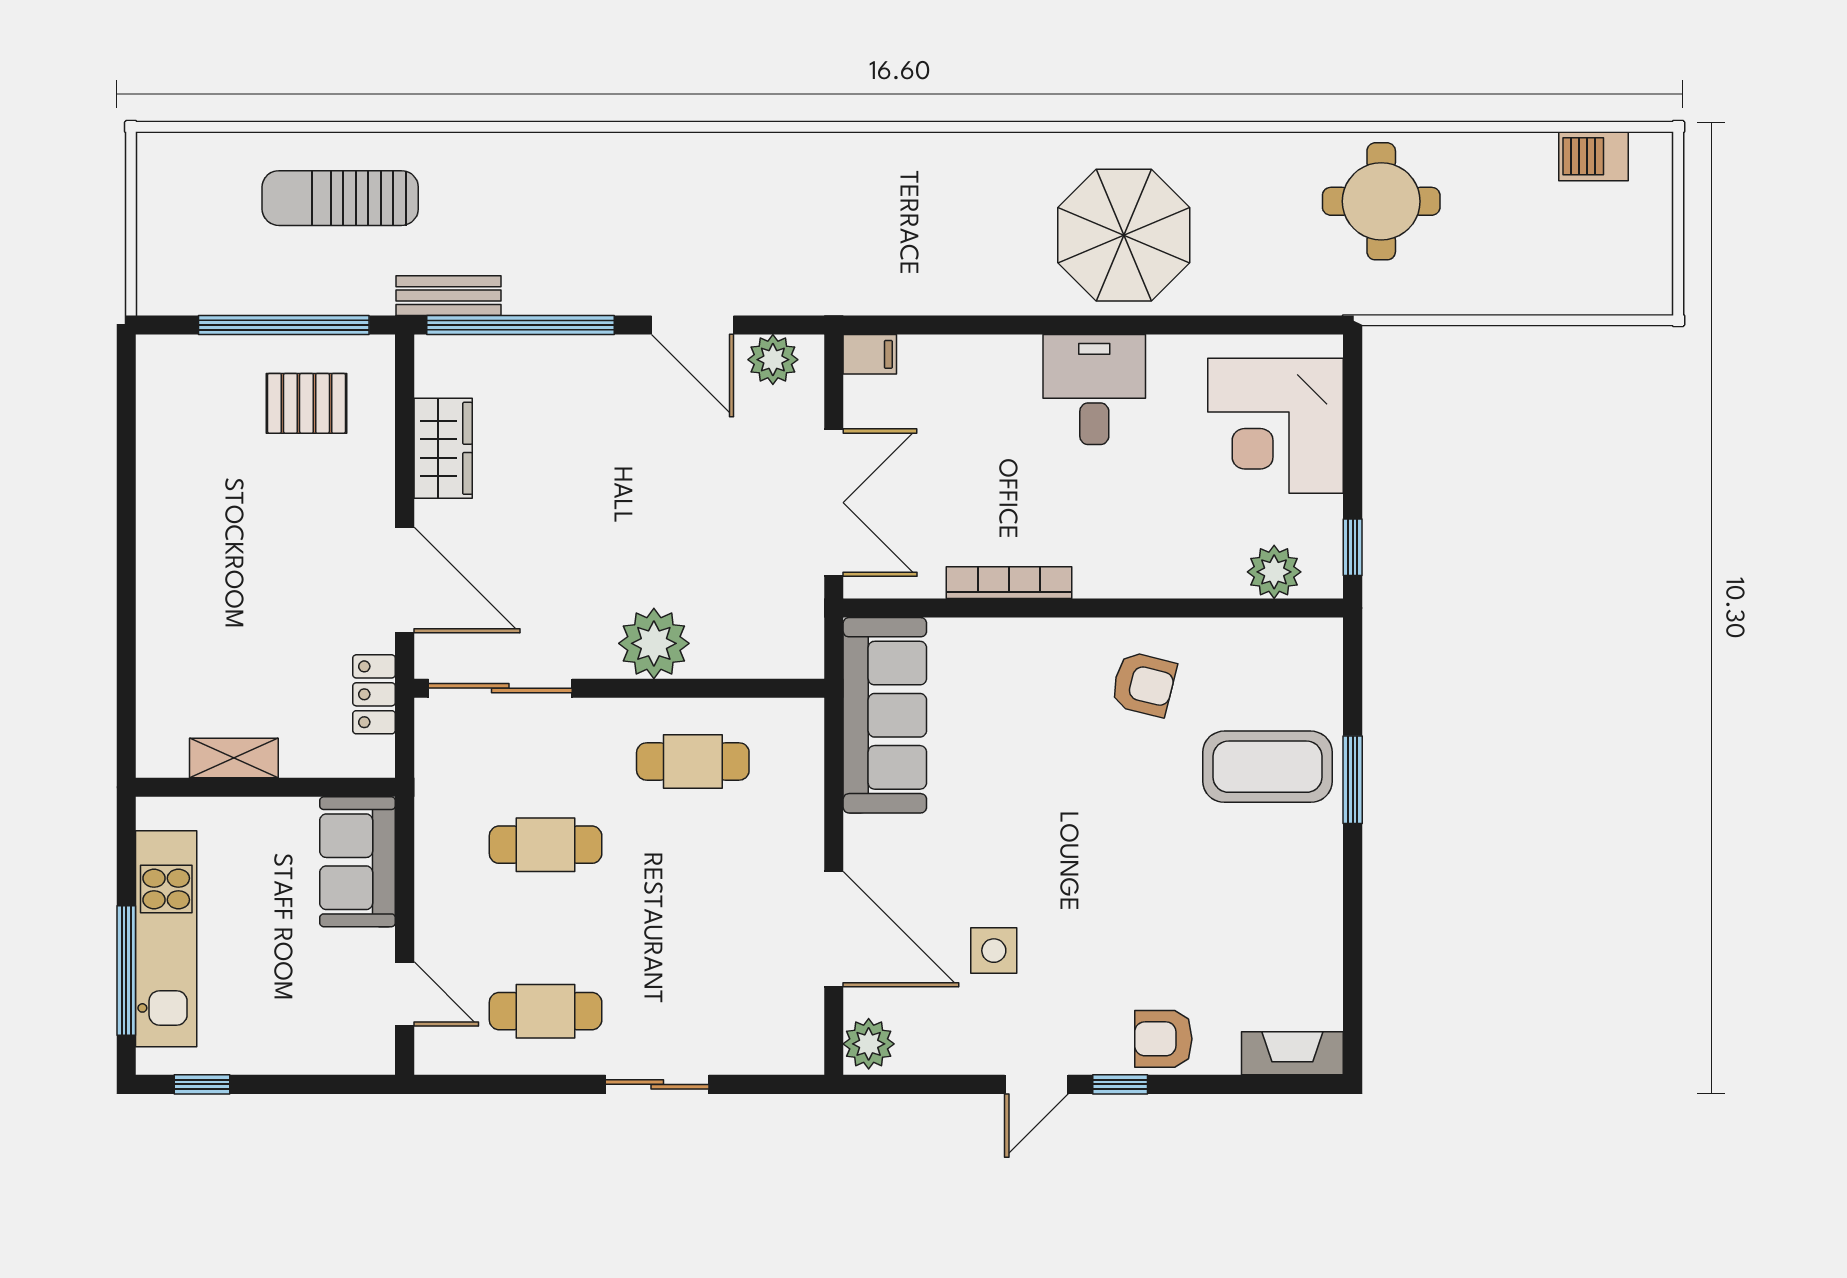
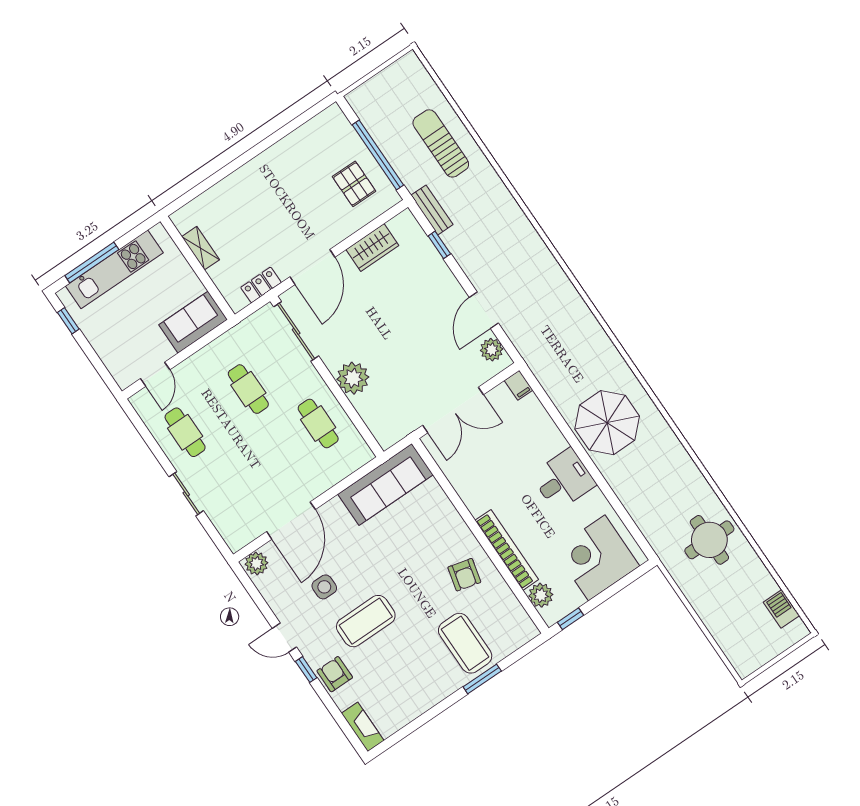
parasol: (1124, 235) -> (607, 423), moved
window: (521, 325) -> (439, 245), width x0.32
bookcase: (1009, 583) -> (507, 550), moved, width x1.48, depth x1.31
coffee table: (1106, 918) -> (366, 621), added

